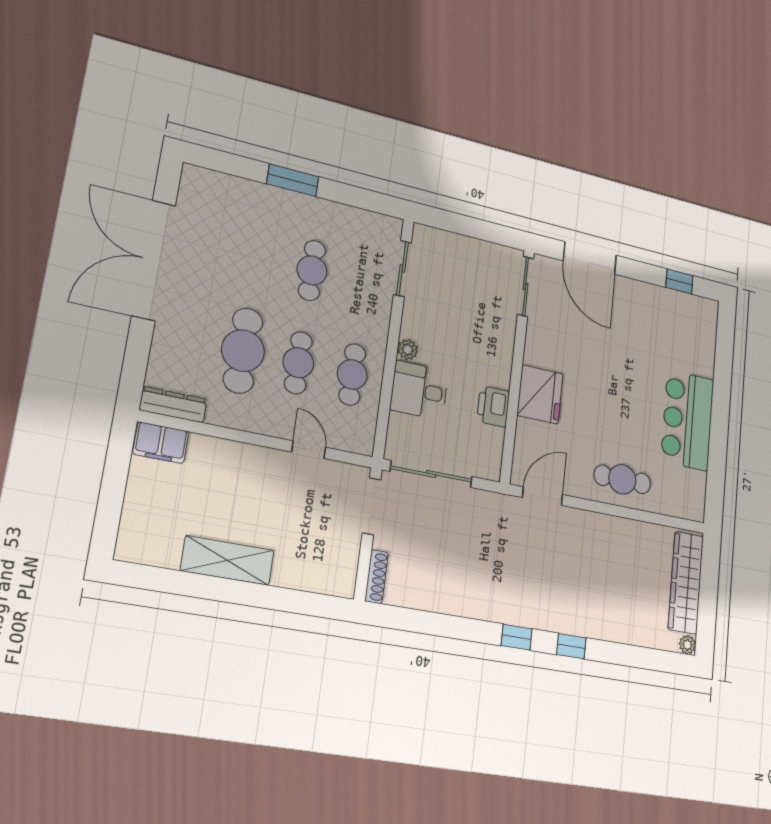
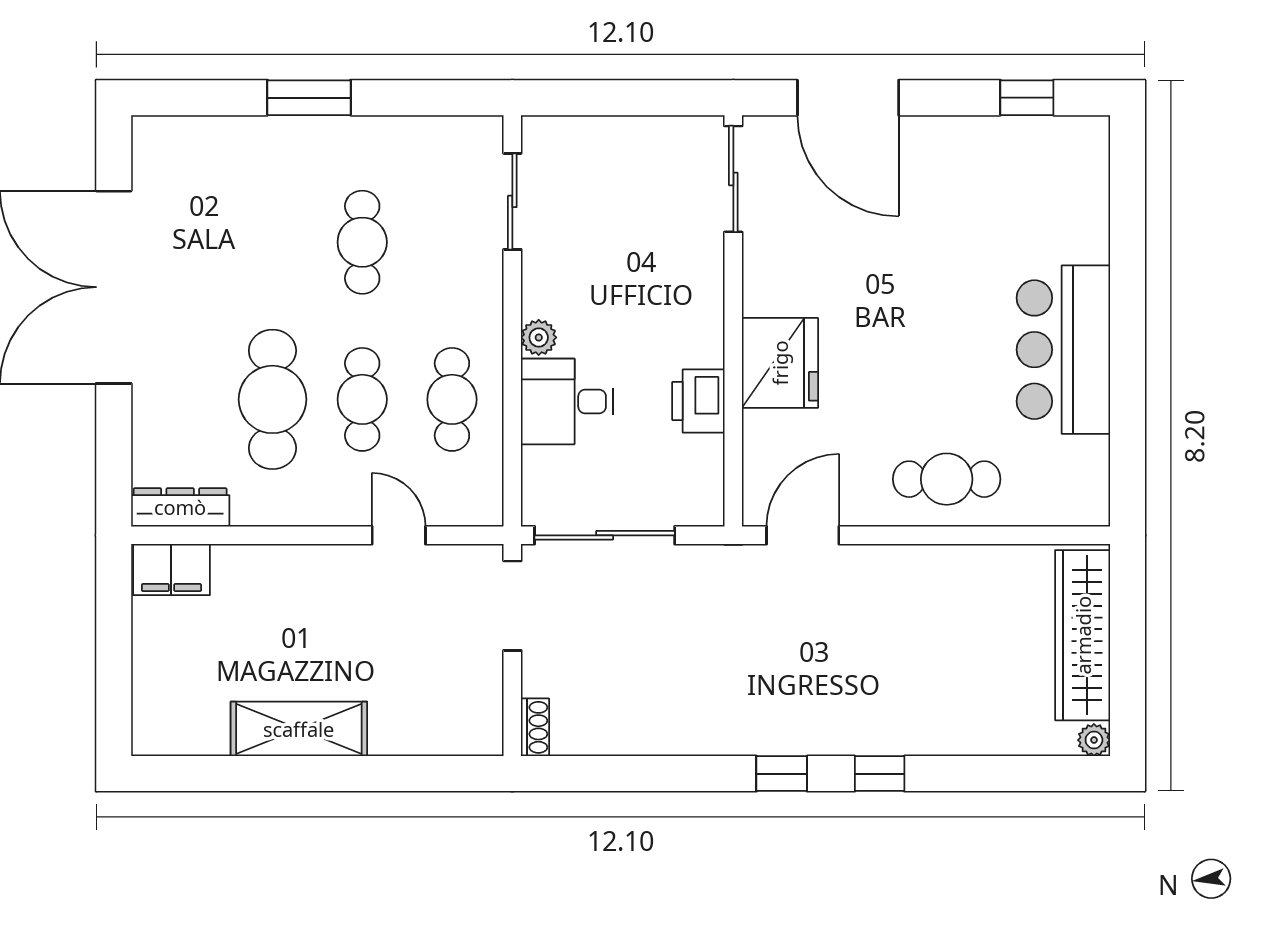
shoe rack: (376, 577) -> (535, 727), width x0.70

